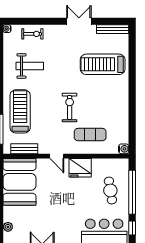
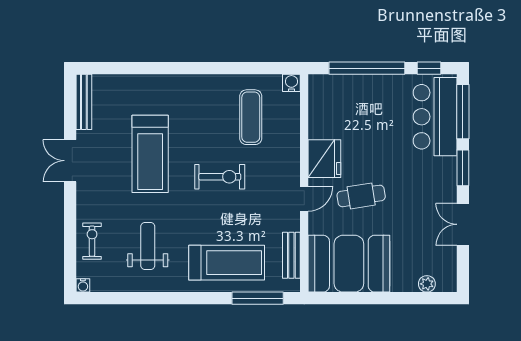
treadmill: (103, 64) -> (150, 154), moved
exercise bike: (70, 108) -> (220, 177), turned 180
treadmill: (20, 111) -> (227, 263), turned 180
exercise mat: (90, 135) -> (251, 117), moved
cafe table: (110, 191) -> (361, 196), moved

